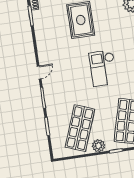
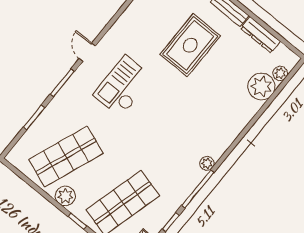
checkout: (103, 68) -> (123, 86), moved
door: (39, 72) -> (87, 52), swing flipped

